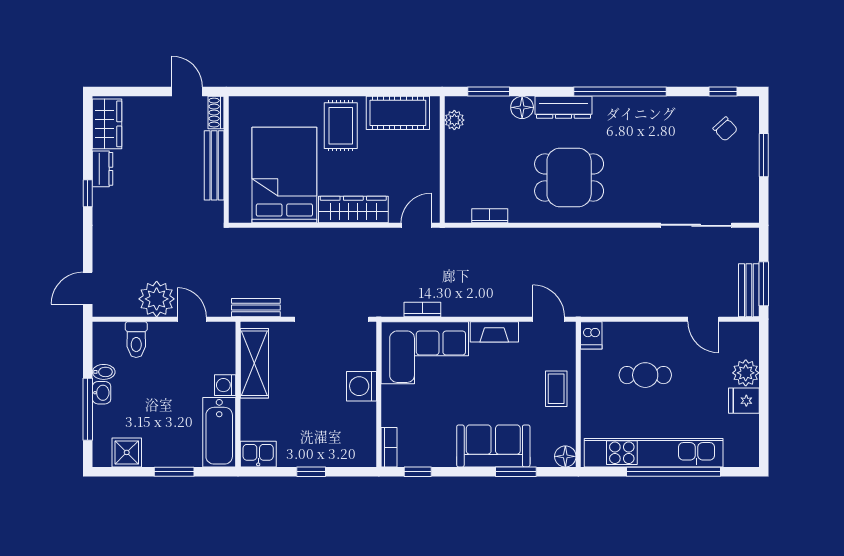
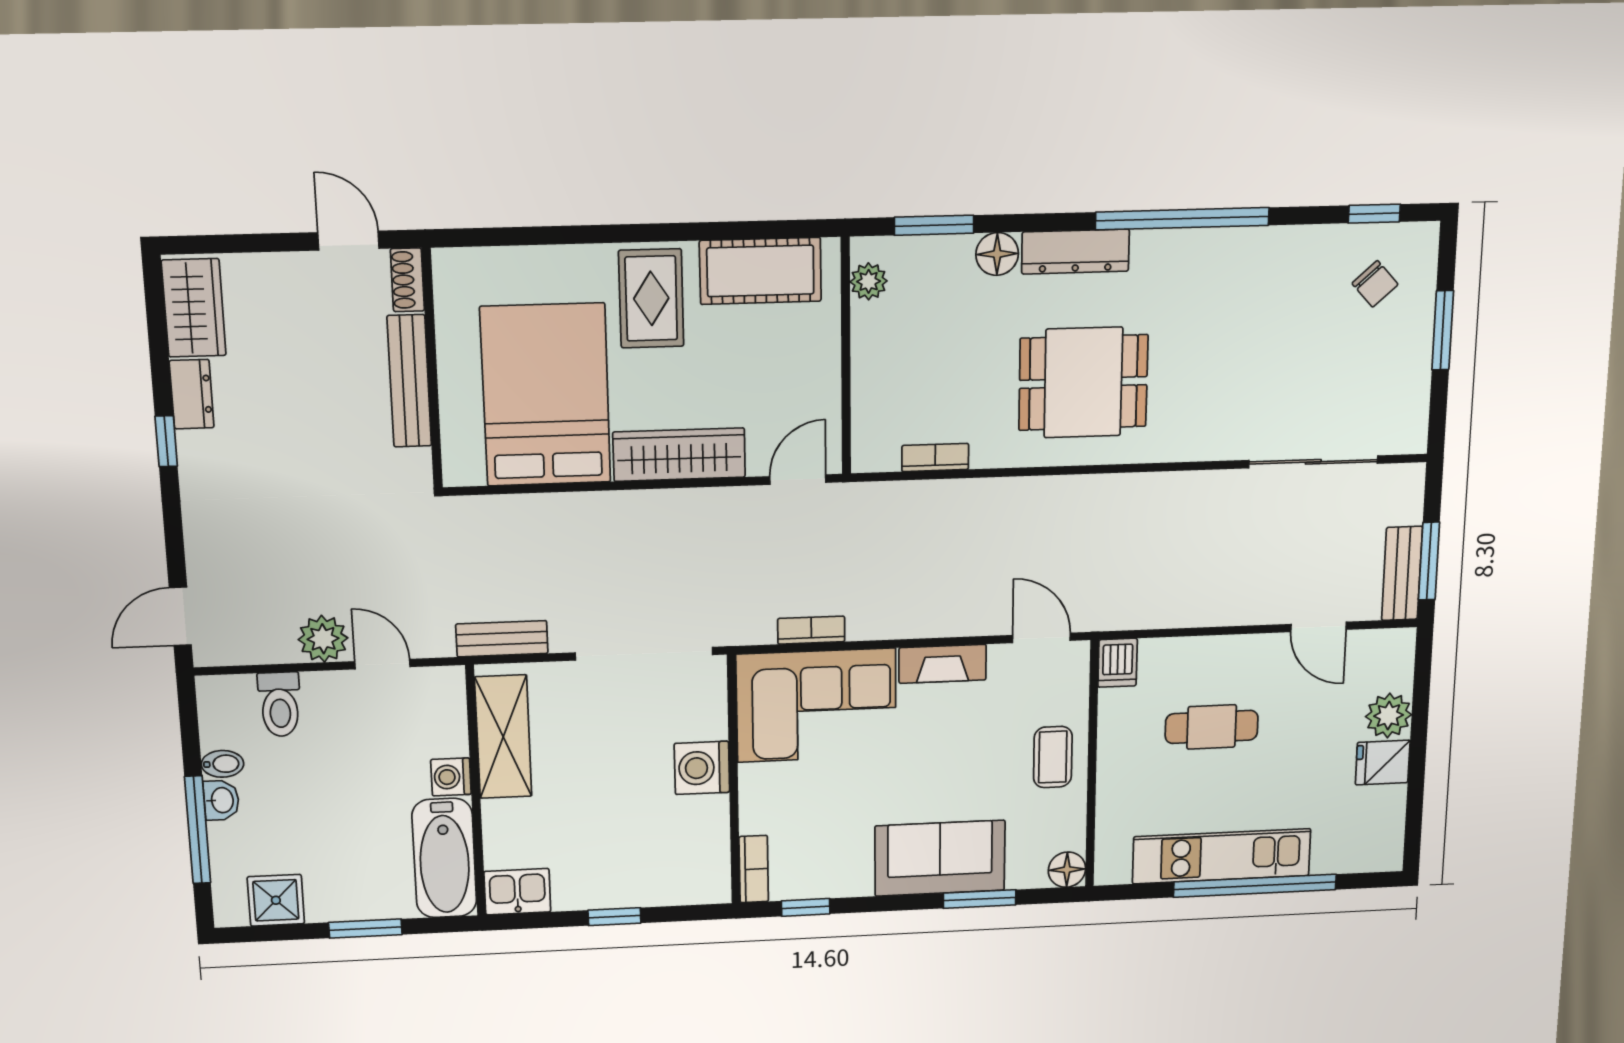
plant: (157, 299) -> (323, 639), width x0.73, depth x0.73
kitchen unit: (654, 453) -> (1222, 856), width x0.73

